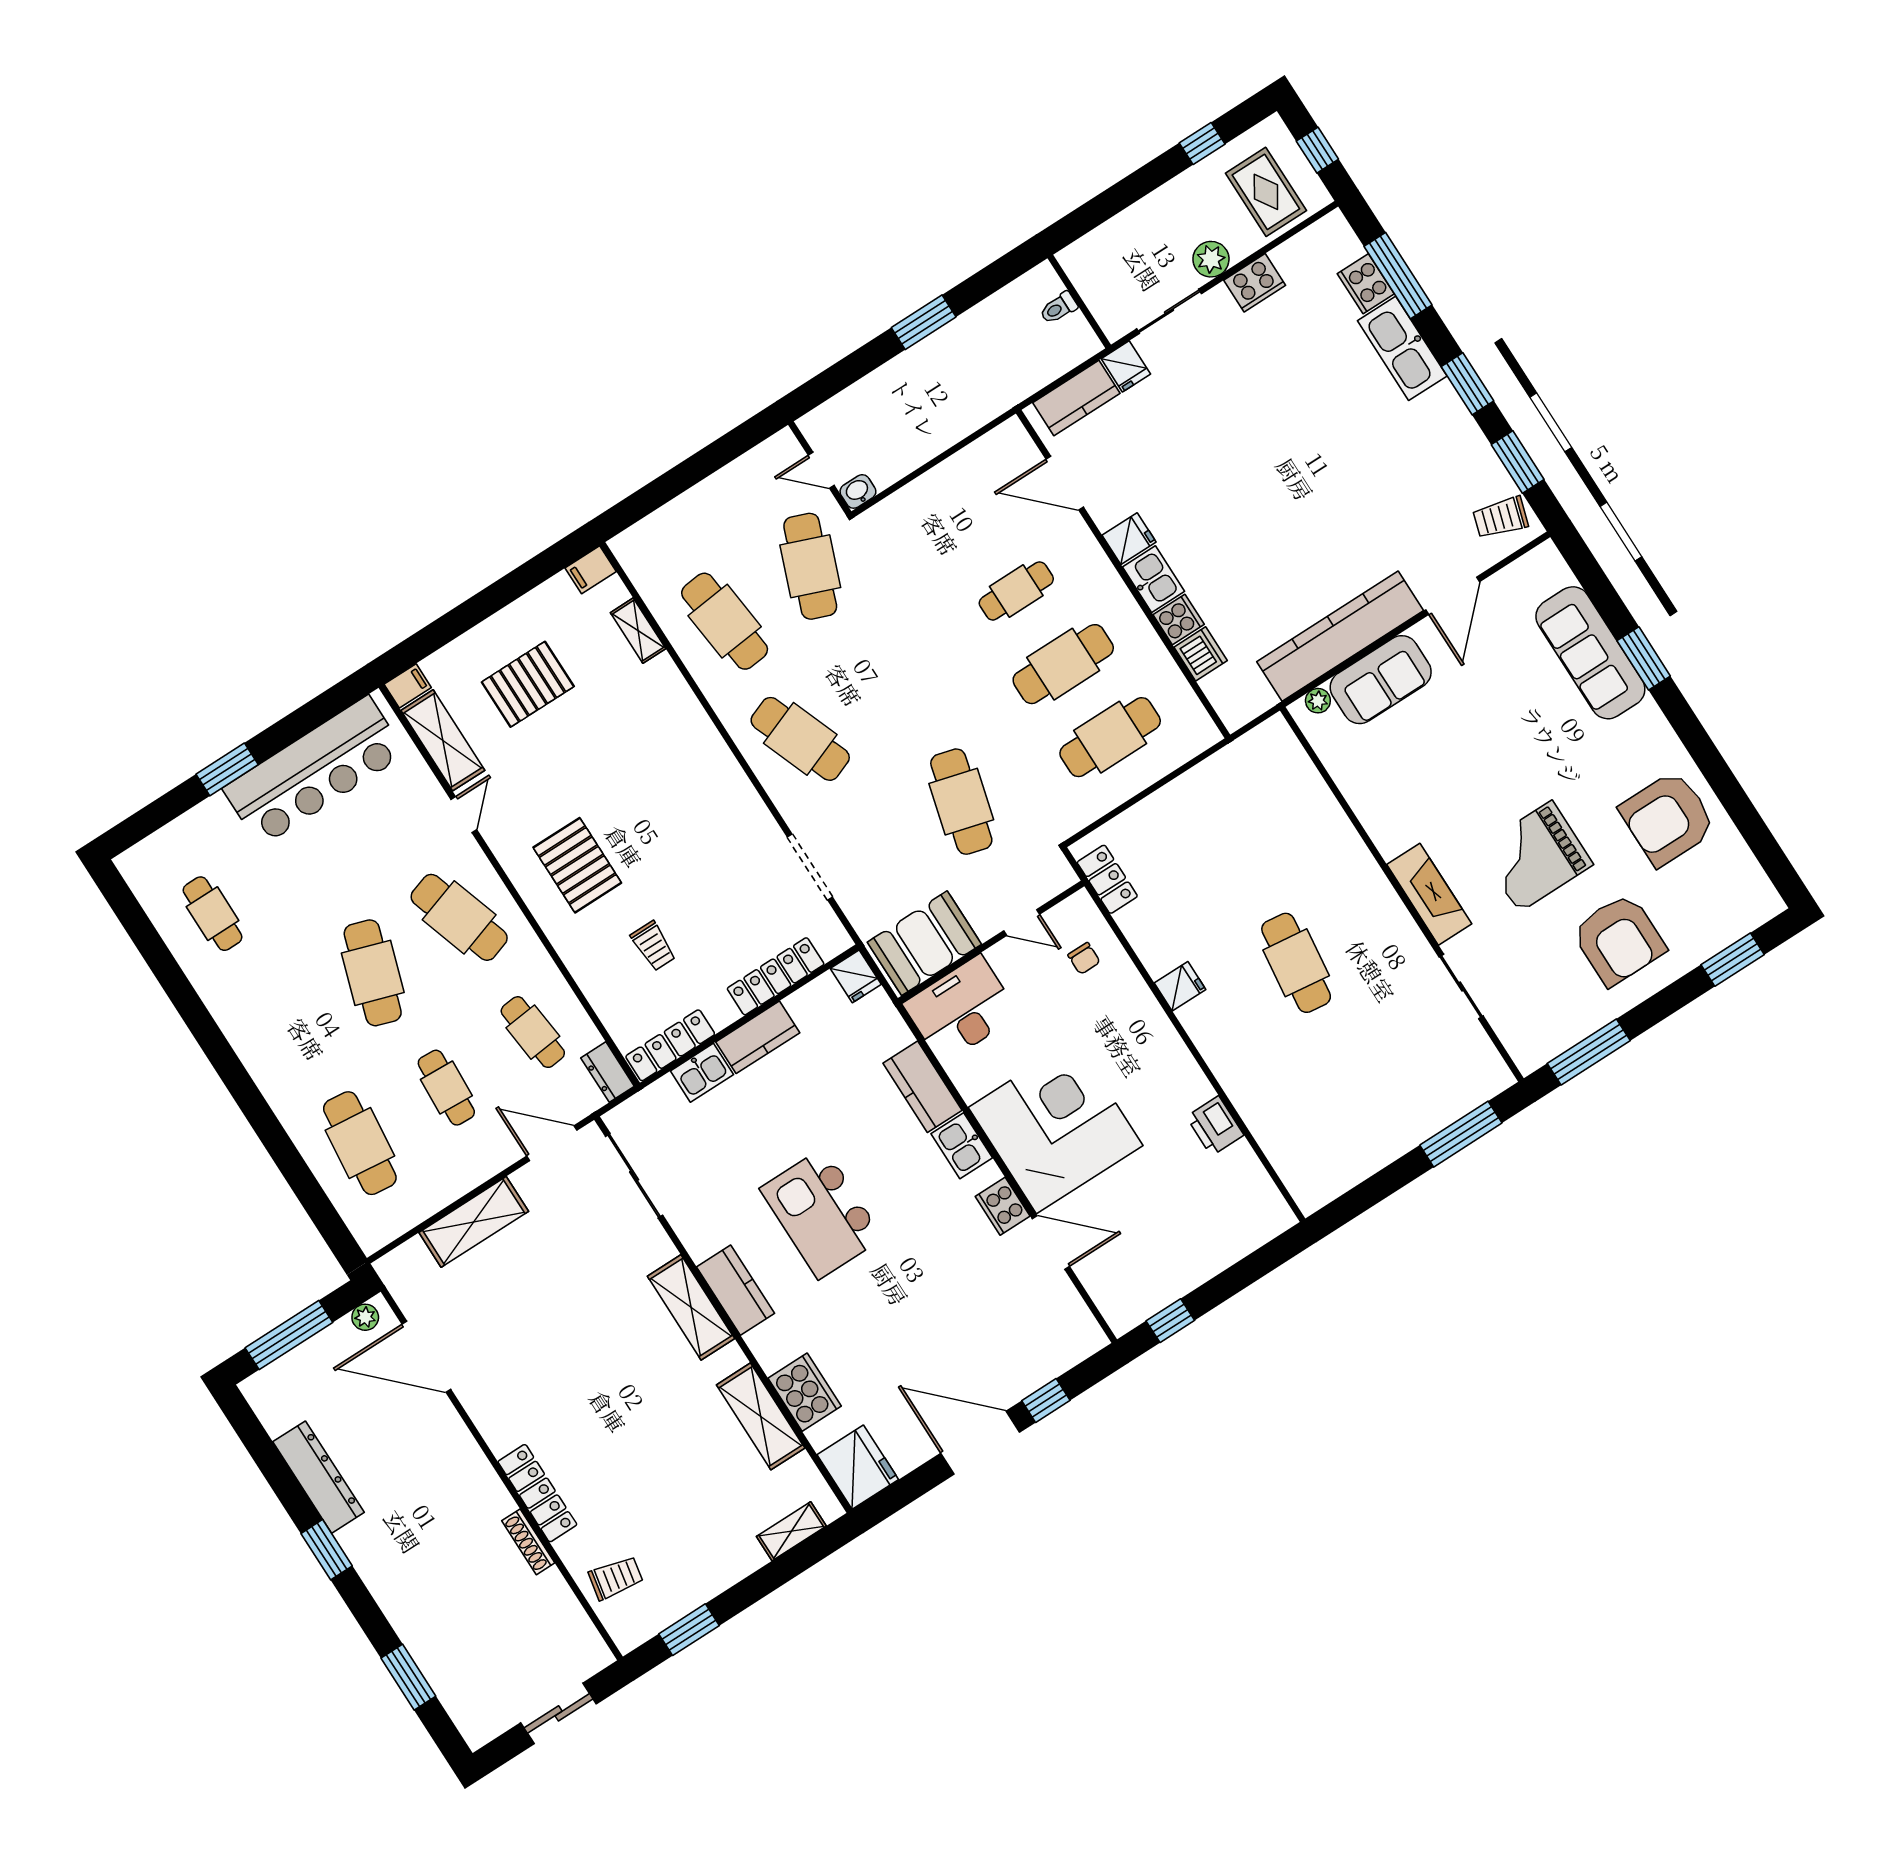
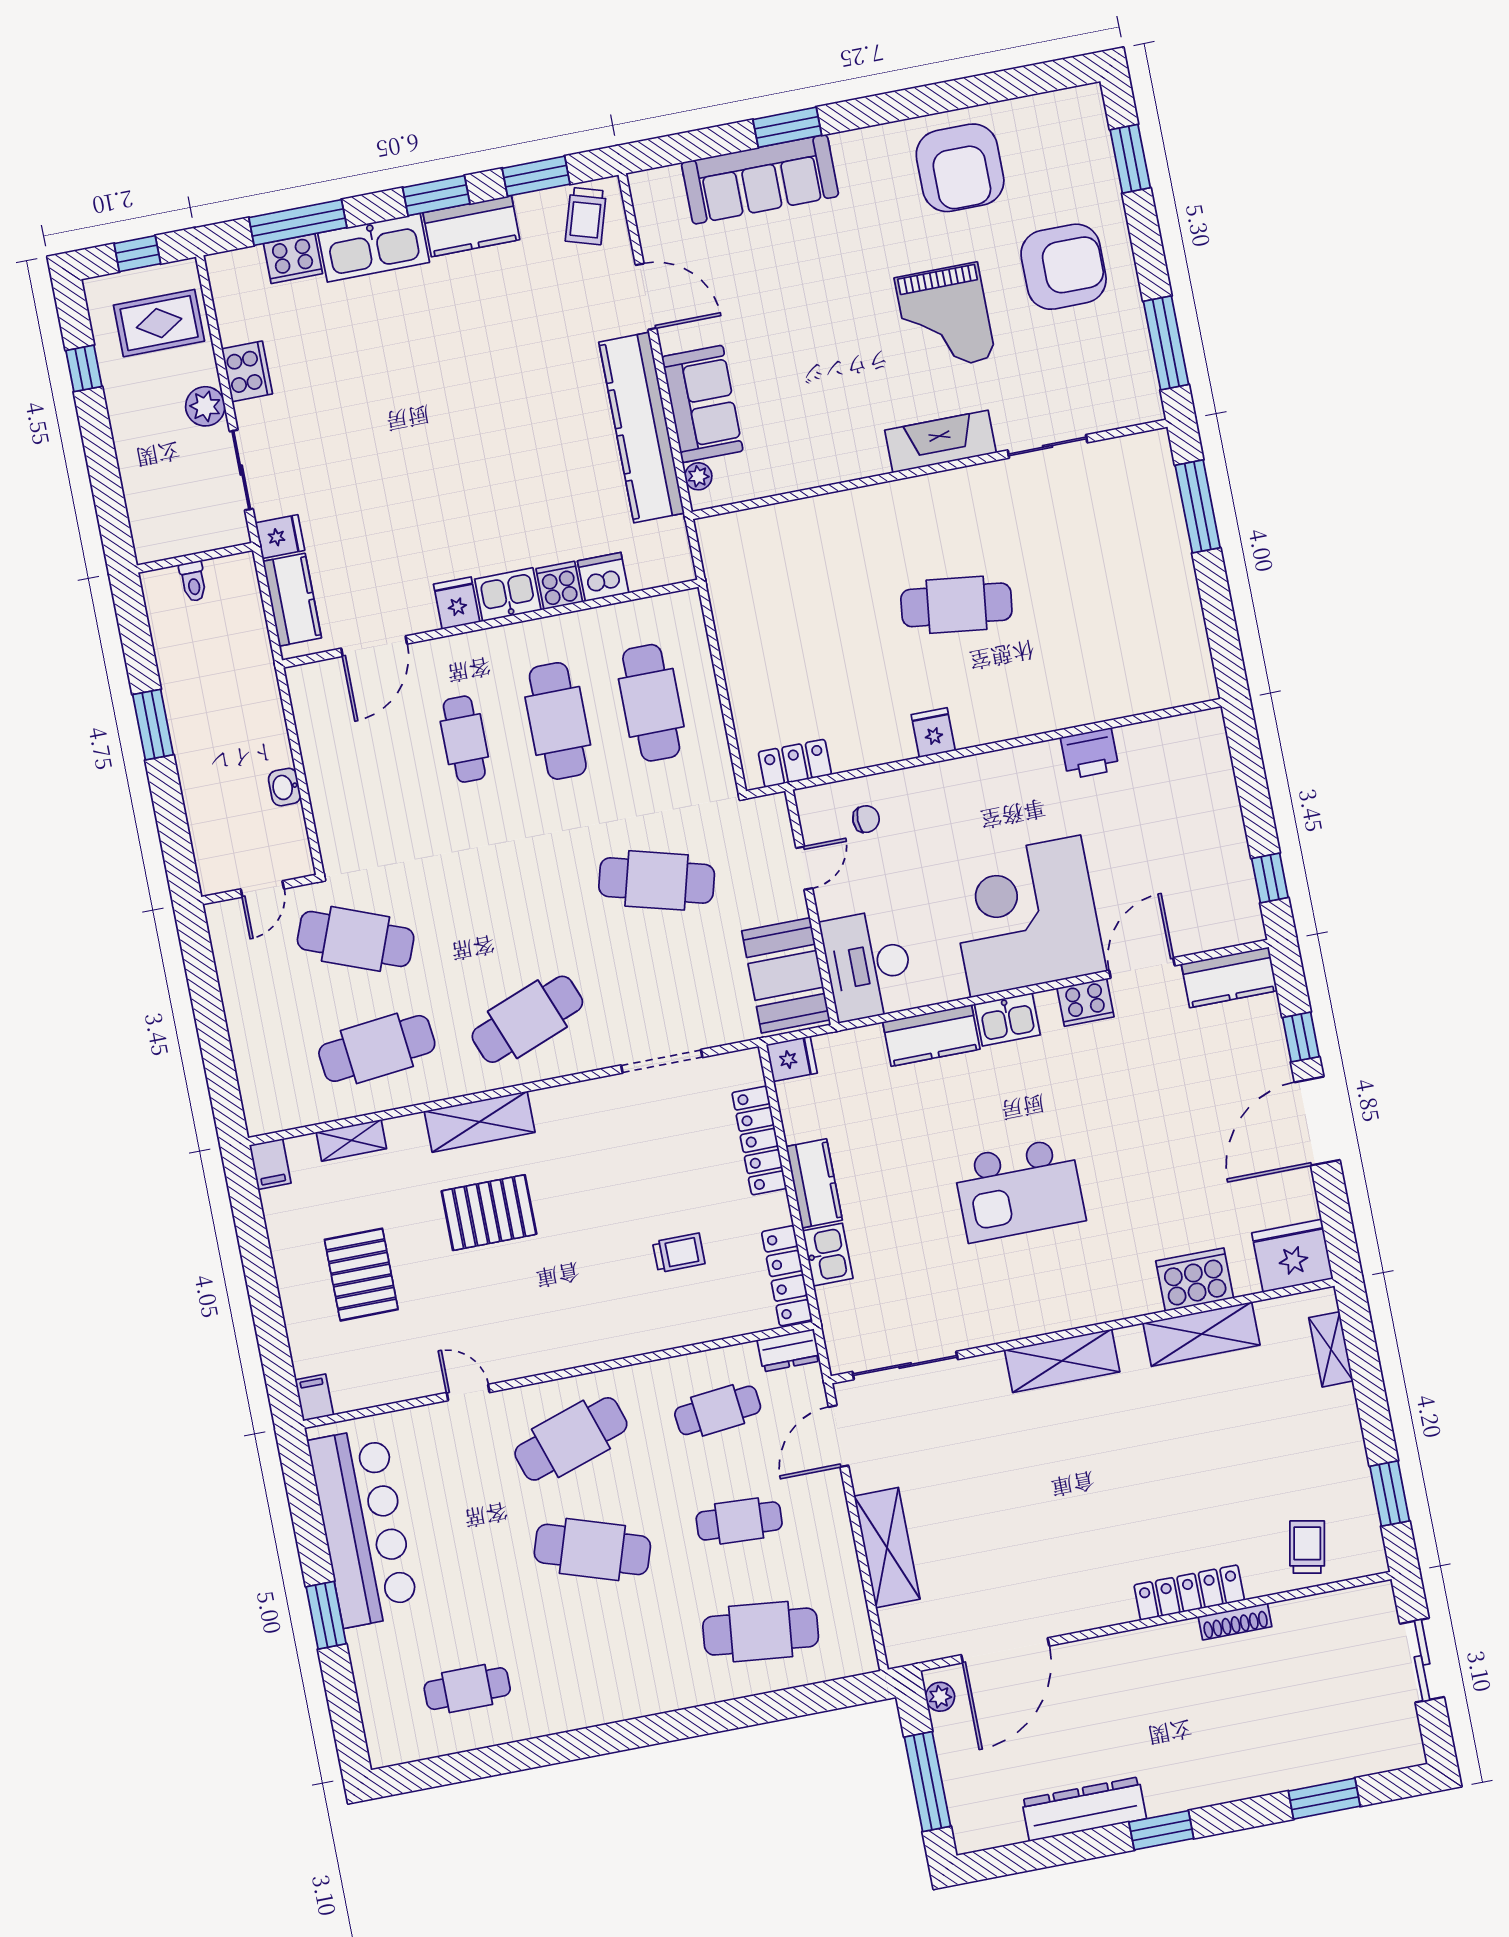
kitchen counter: (1453, 424) -> (471, 226), added
washbasin: (858, 491) -> (285, 787), moved
shelving: (443, 740) -> (480, 1122), moved
pallet: (577, 865) -> (489, 1213), moved
kitchen counter: (736, 1290) -> (1229, 977), moved, turned 180

